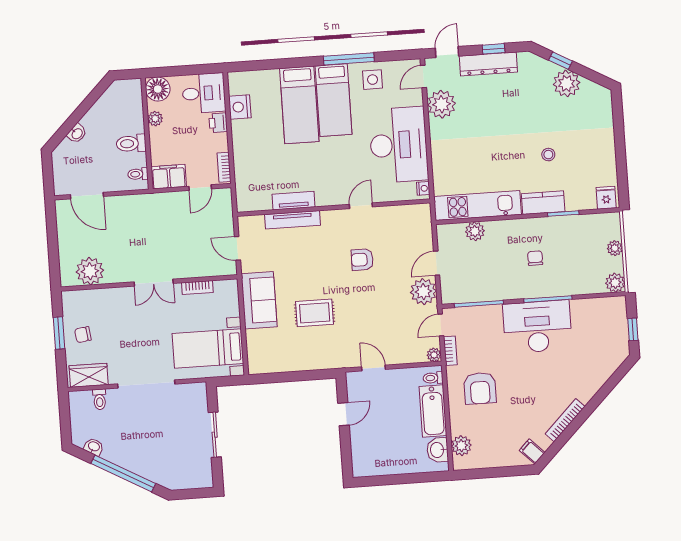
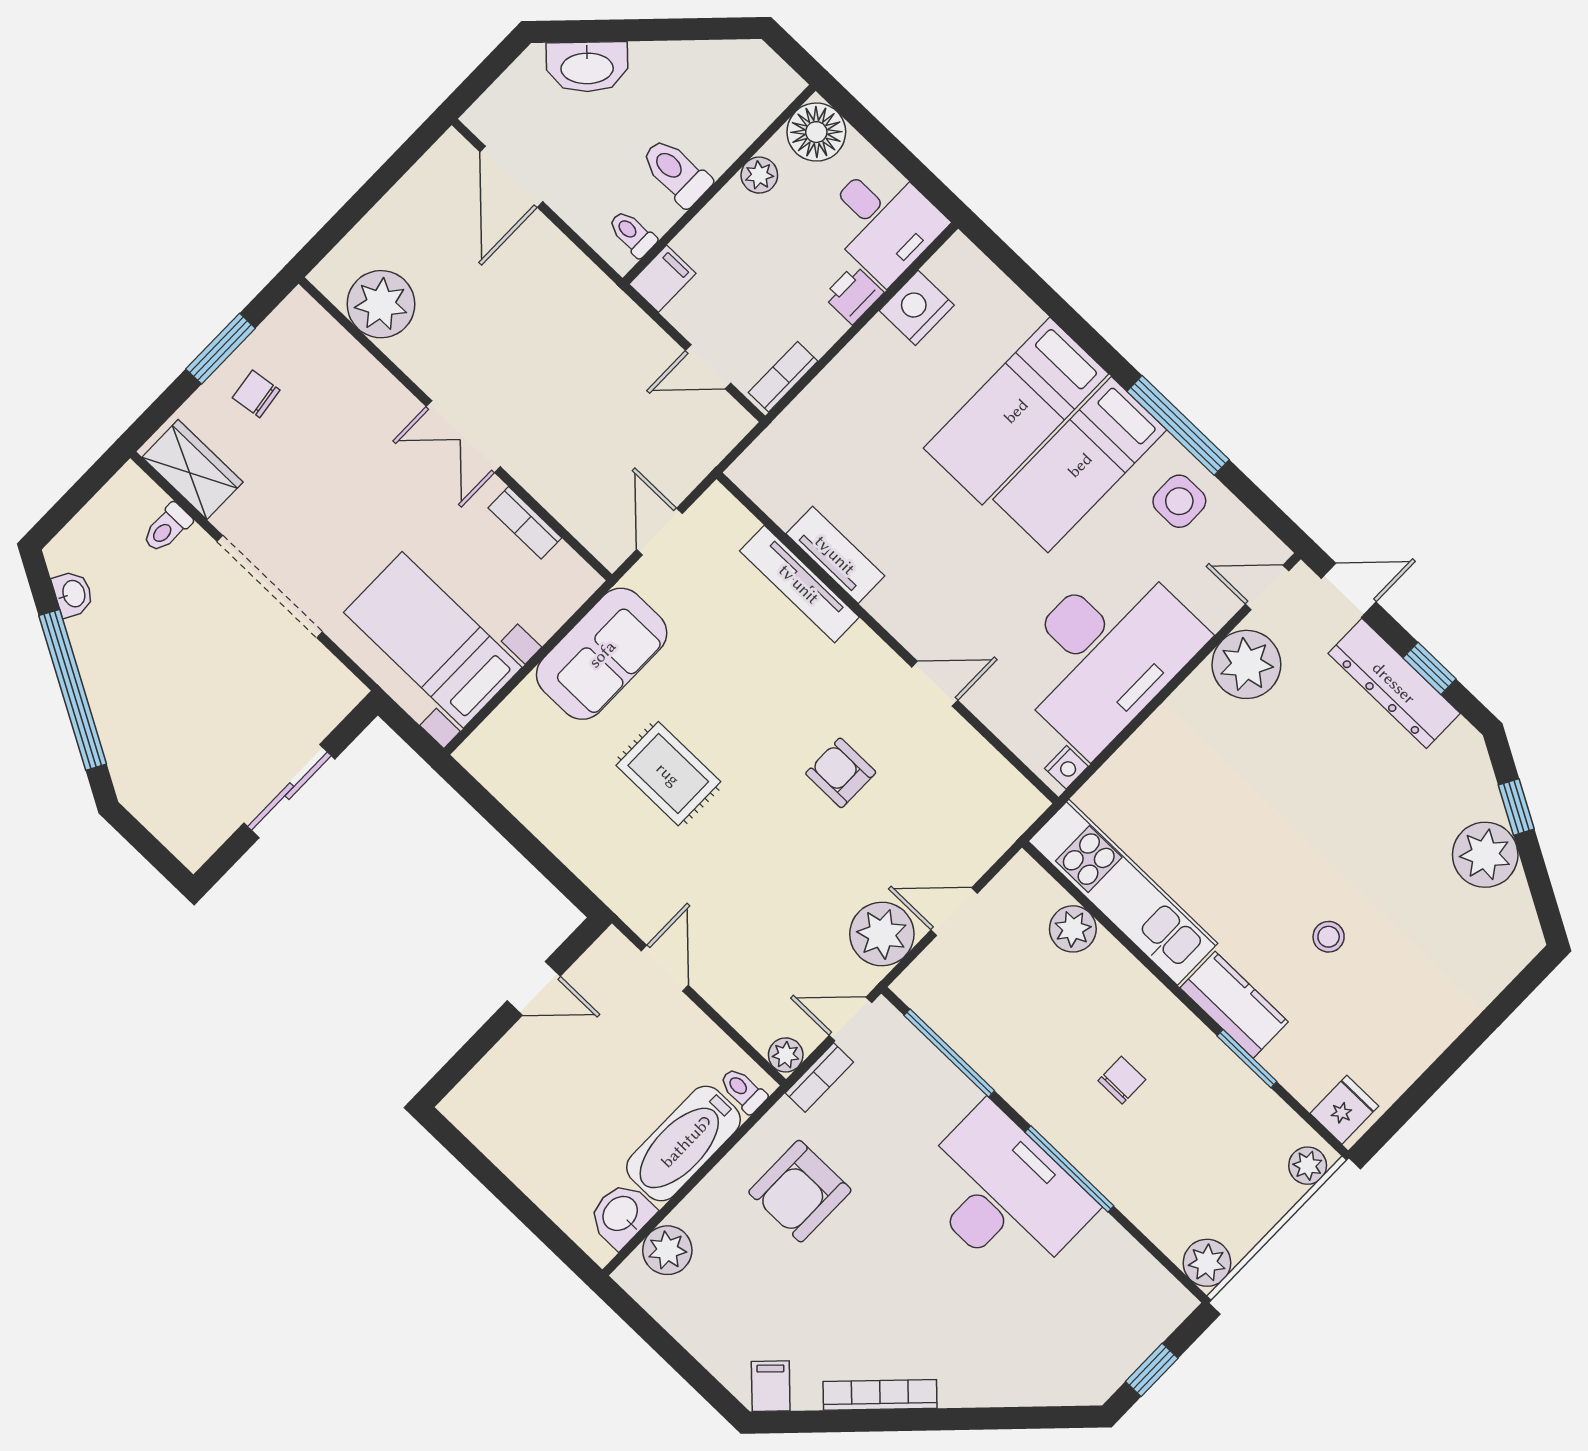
washbasin: (77, 133) -> (587, 67), width x1.91, depth x1.45
filing cabinet: (169, 177) -> (662, 279), width x0.50
plant: (615, 248) -> (1308, 1166), moved

